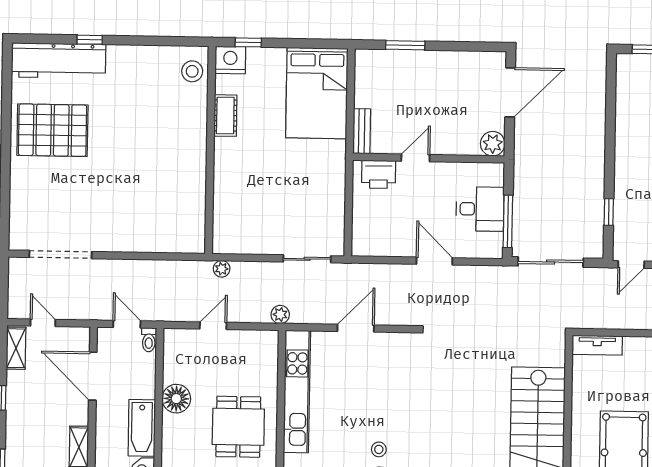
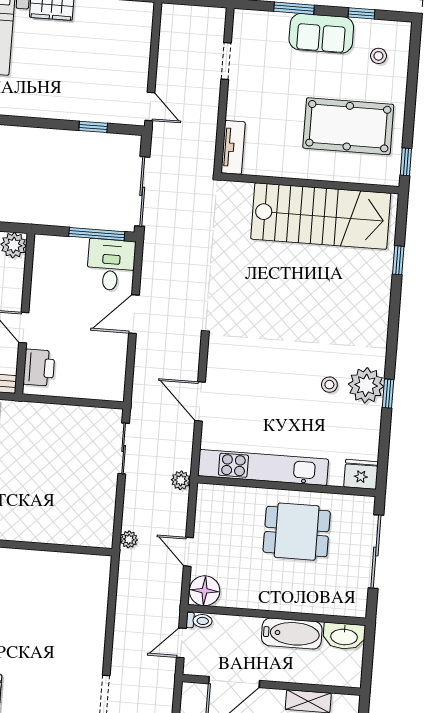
desk: (480, 209) -> (111, 265), moved
floor lamp: (176, 399) -> (205, 591), moved

